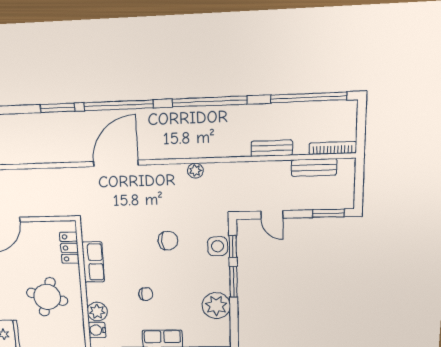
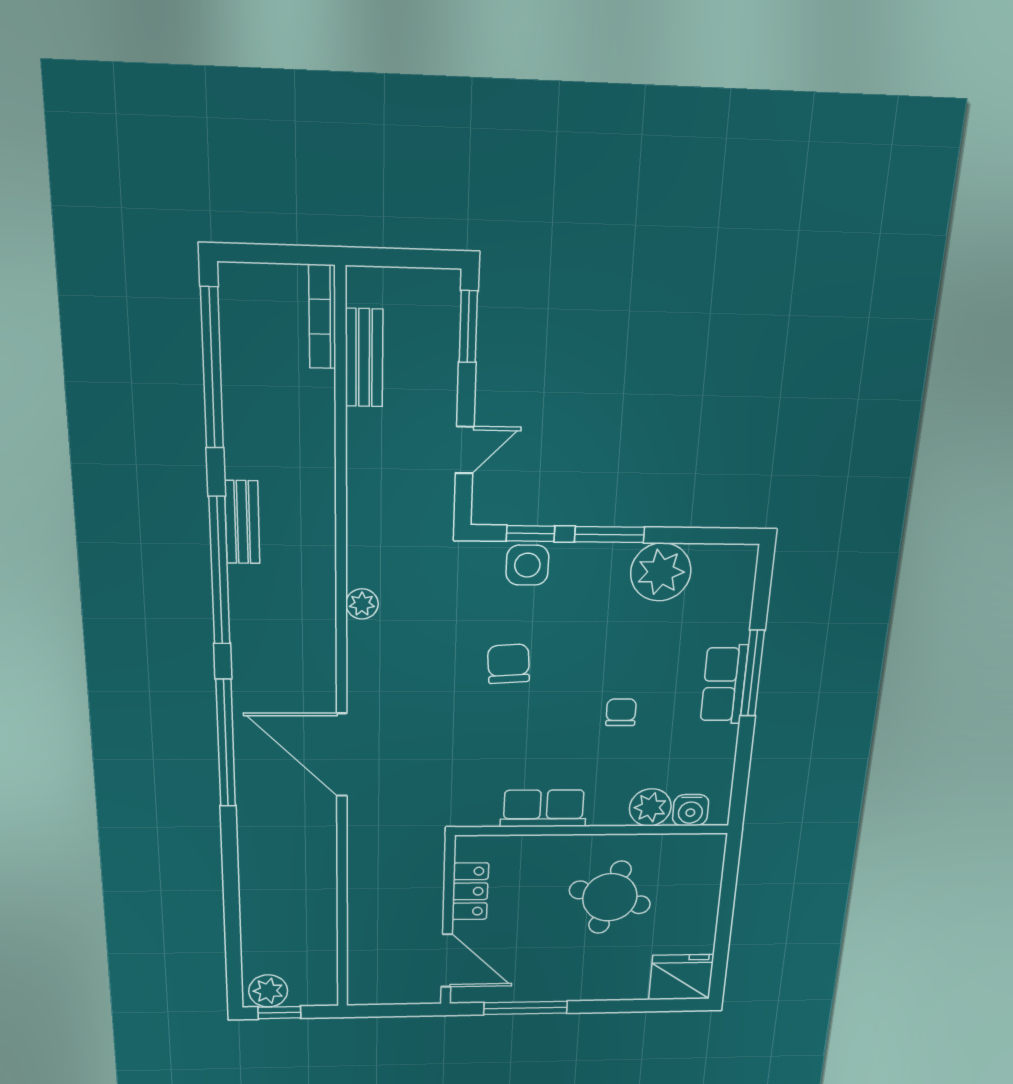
window: (58, 108) -> (230, 853), removed
bench: (272, 148) -> (242, 522), moved
locker: (69, 248) -> (470, 891), moved, turned -90

